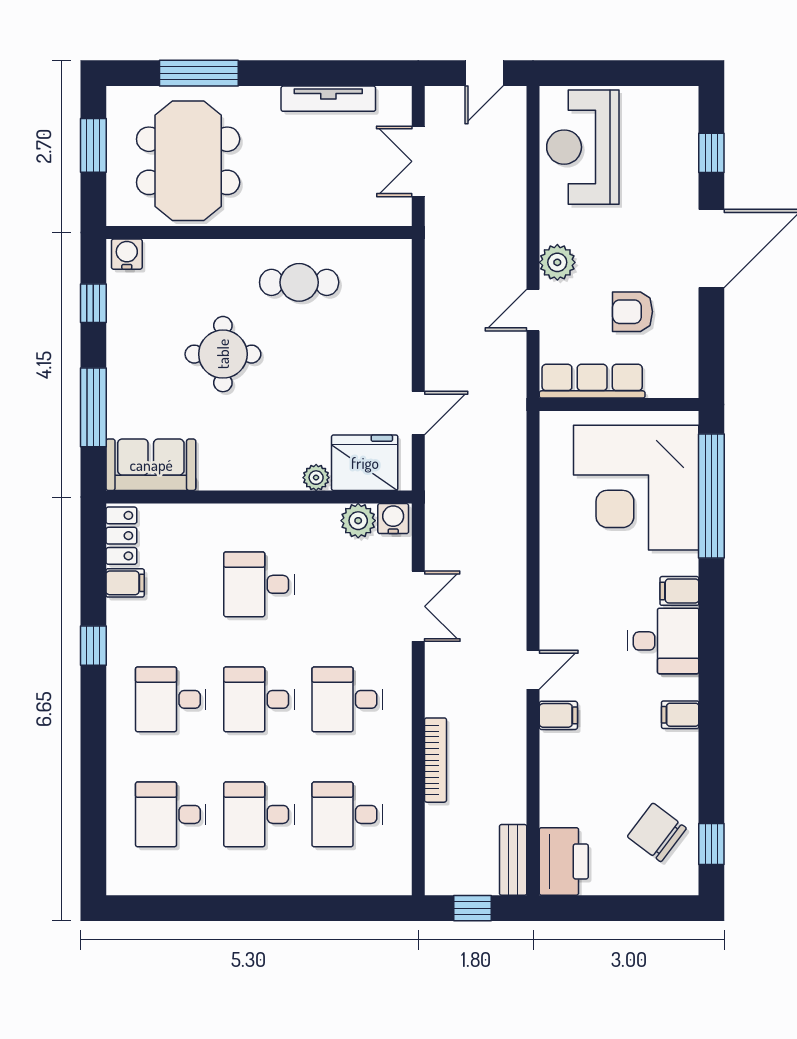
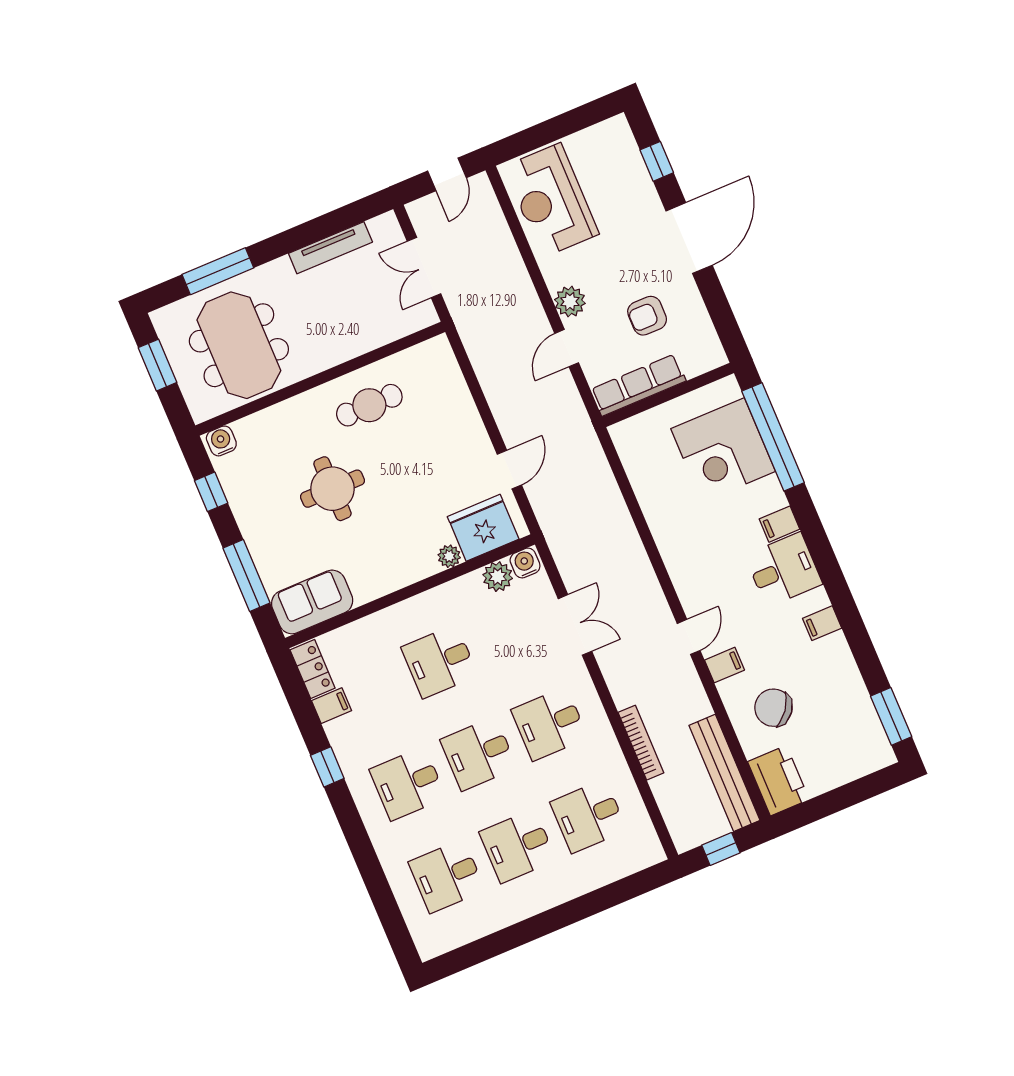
corner desk: (636, 488) -> (723, 450), width x0.74, depth x0.74
chair: (657, 832) -> (773, 708), moved
window: (711, 844) -> (891, 716), width x1.50
bench: (513, 860) -> (724, 773), width x1.86, depth x1.21

